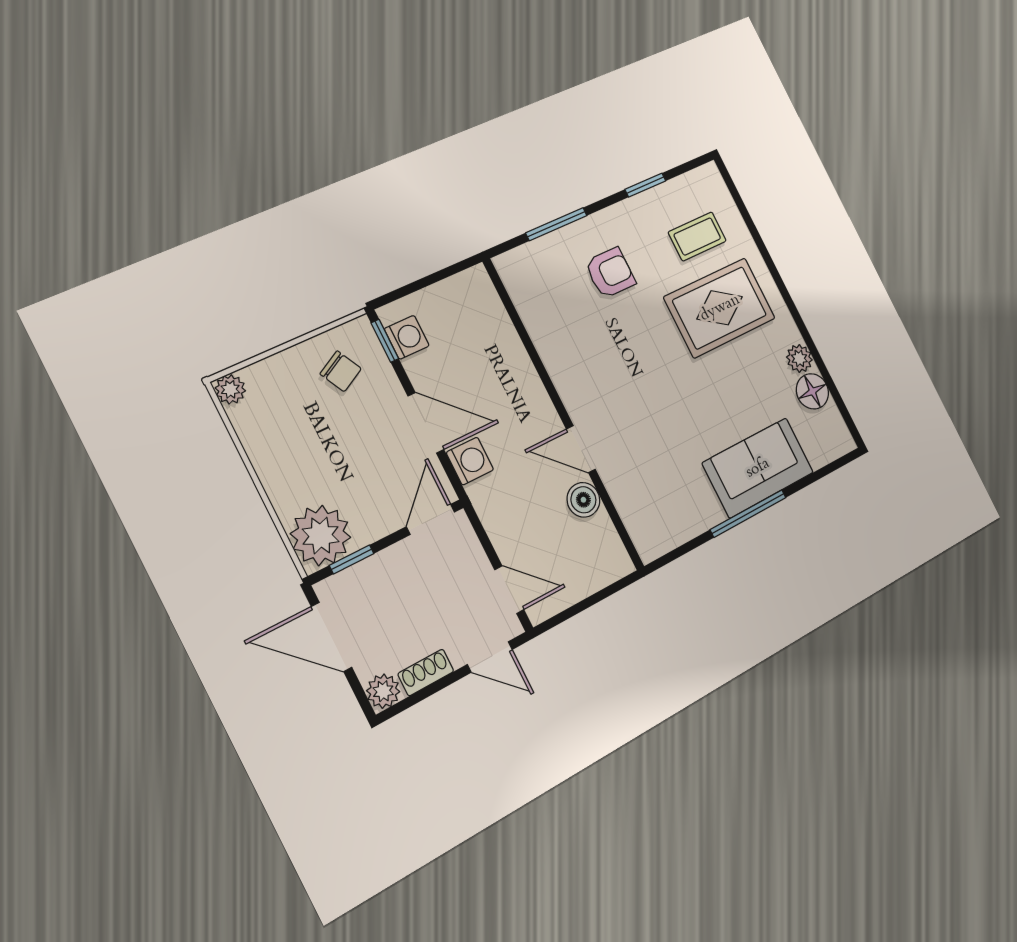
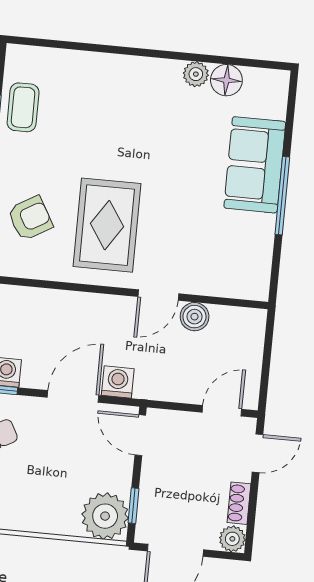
coffee table: (697, 236) -> (23, 107), moved
armchair: (610, 273) -> (30, 218), moved, turned 60
rug: (720, 308) -> (107, 225), moved

